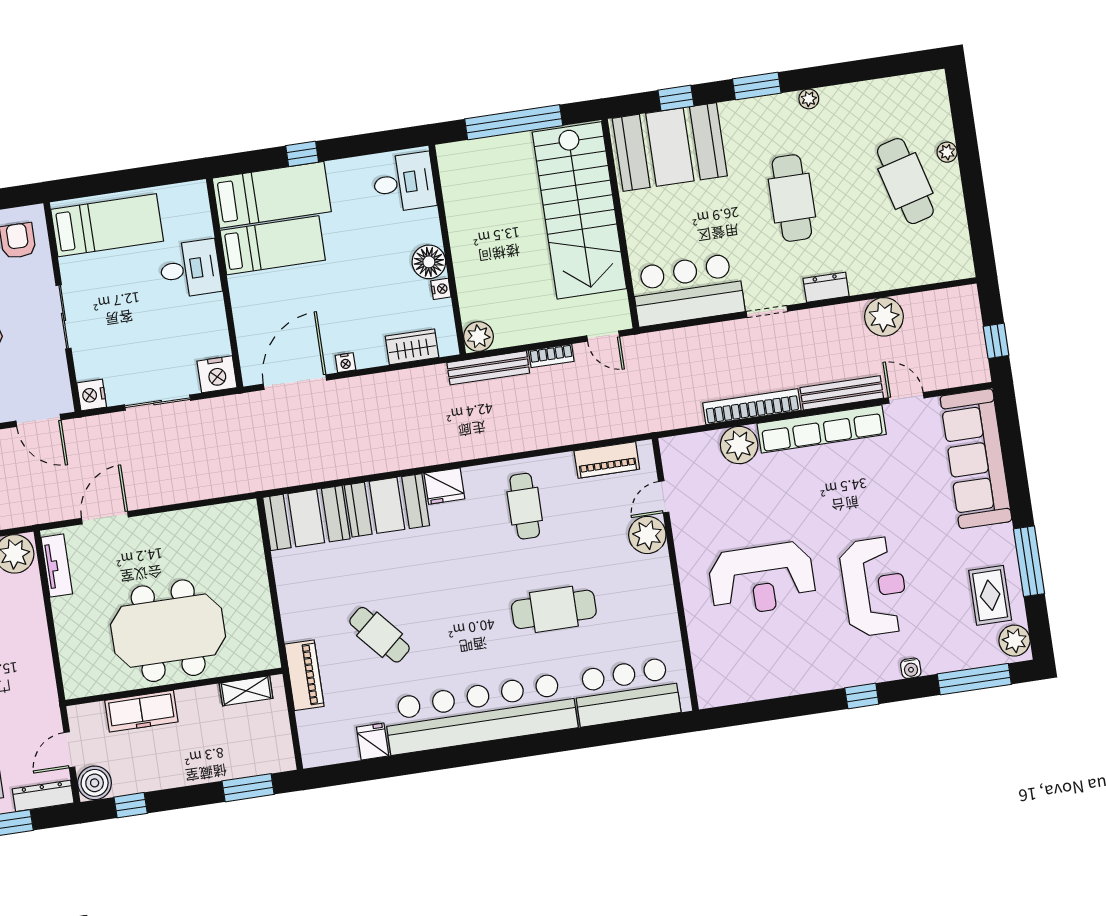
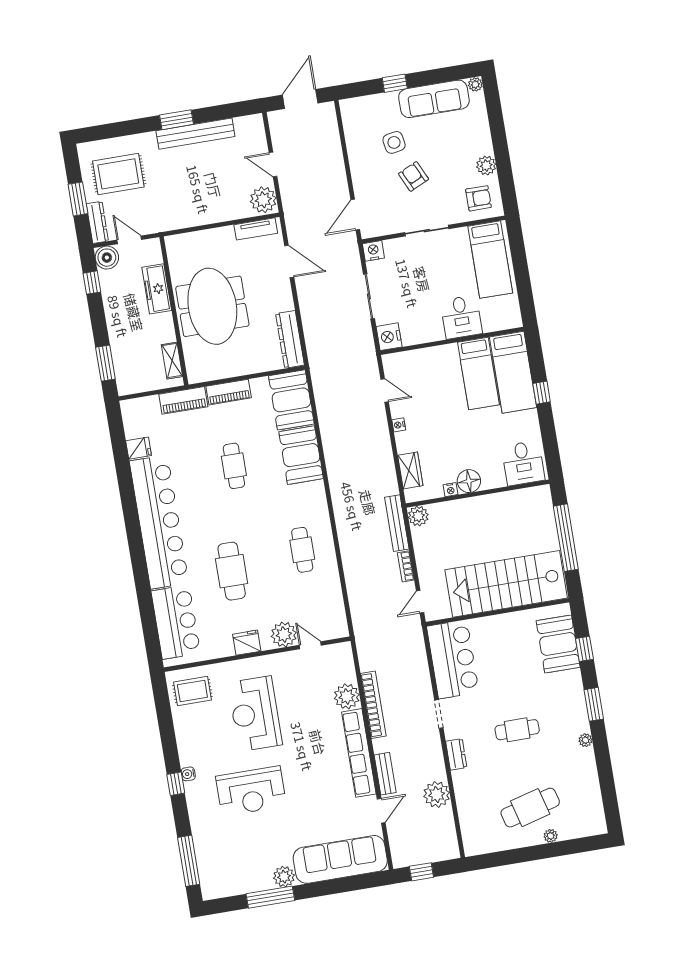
booth: (670, 147) -> (558, 644), width x0.73, depth x0.70
cafe table: (792, 198) -> (517, 730), width x0.73, depth x0.74
door: (295, 382) -> (385, 390), width x0.53
bench: (842, 393) -> (385, 774), width x0.73
piano: (607, 460) -> (229, 392), moved, turned -90
fridge: (444, 486) -> (247, 643), moved, turned 90
cafe table: (525, 506) -> (302, 550), turned 90
dresser: (218, 519) -> (290, 339), added
rug: (990, 595) -> (192, 691), moved
cafe table: (380, 635) -> (234, 466), moved, turned -49
plant: (1014, 641) -> (284, 877), moved
water cooler: (911, 668) -> (188, 774), moved

